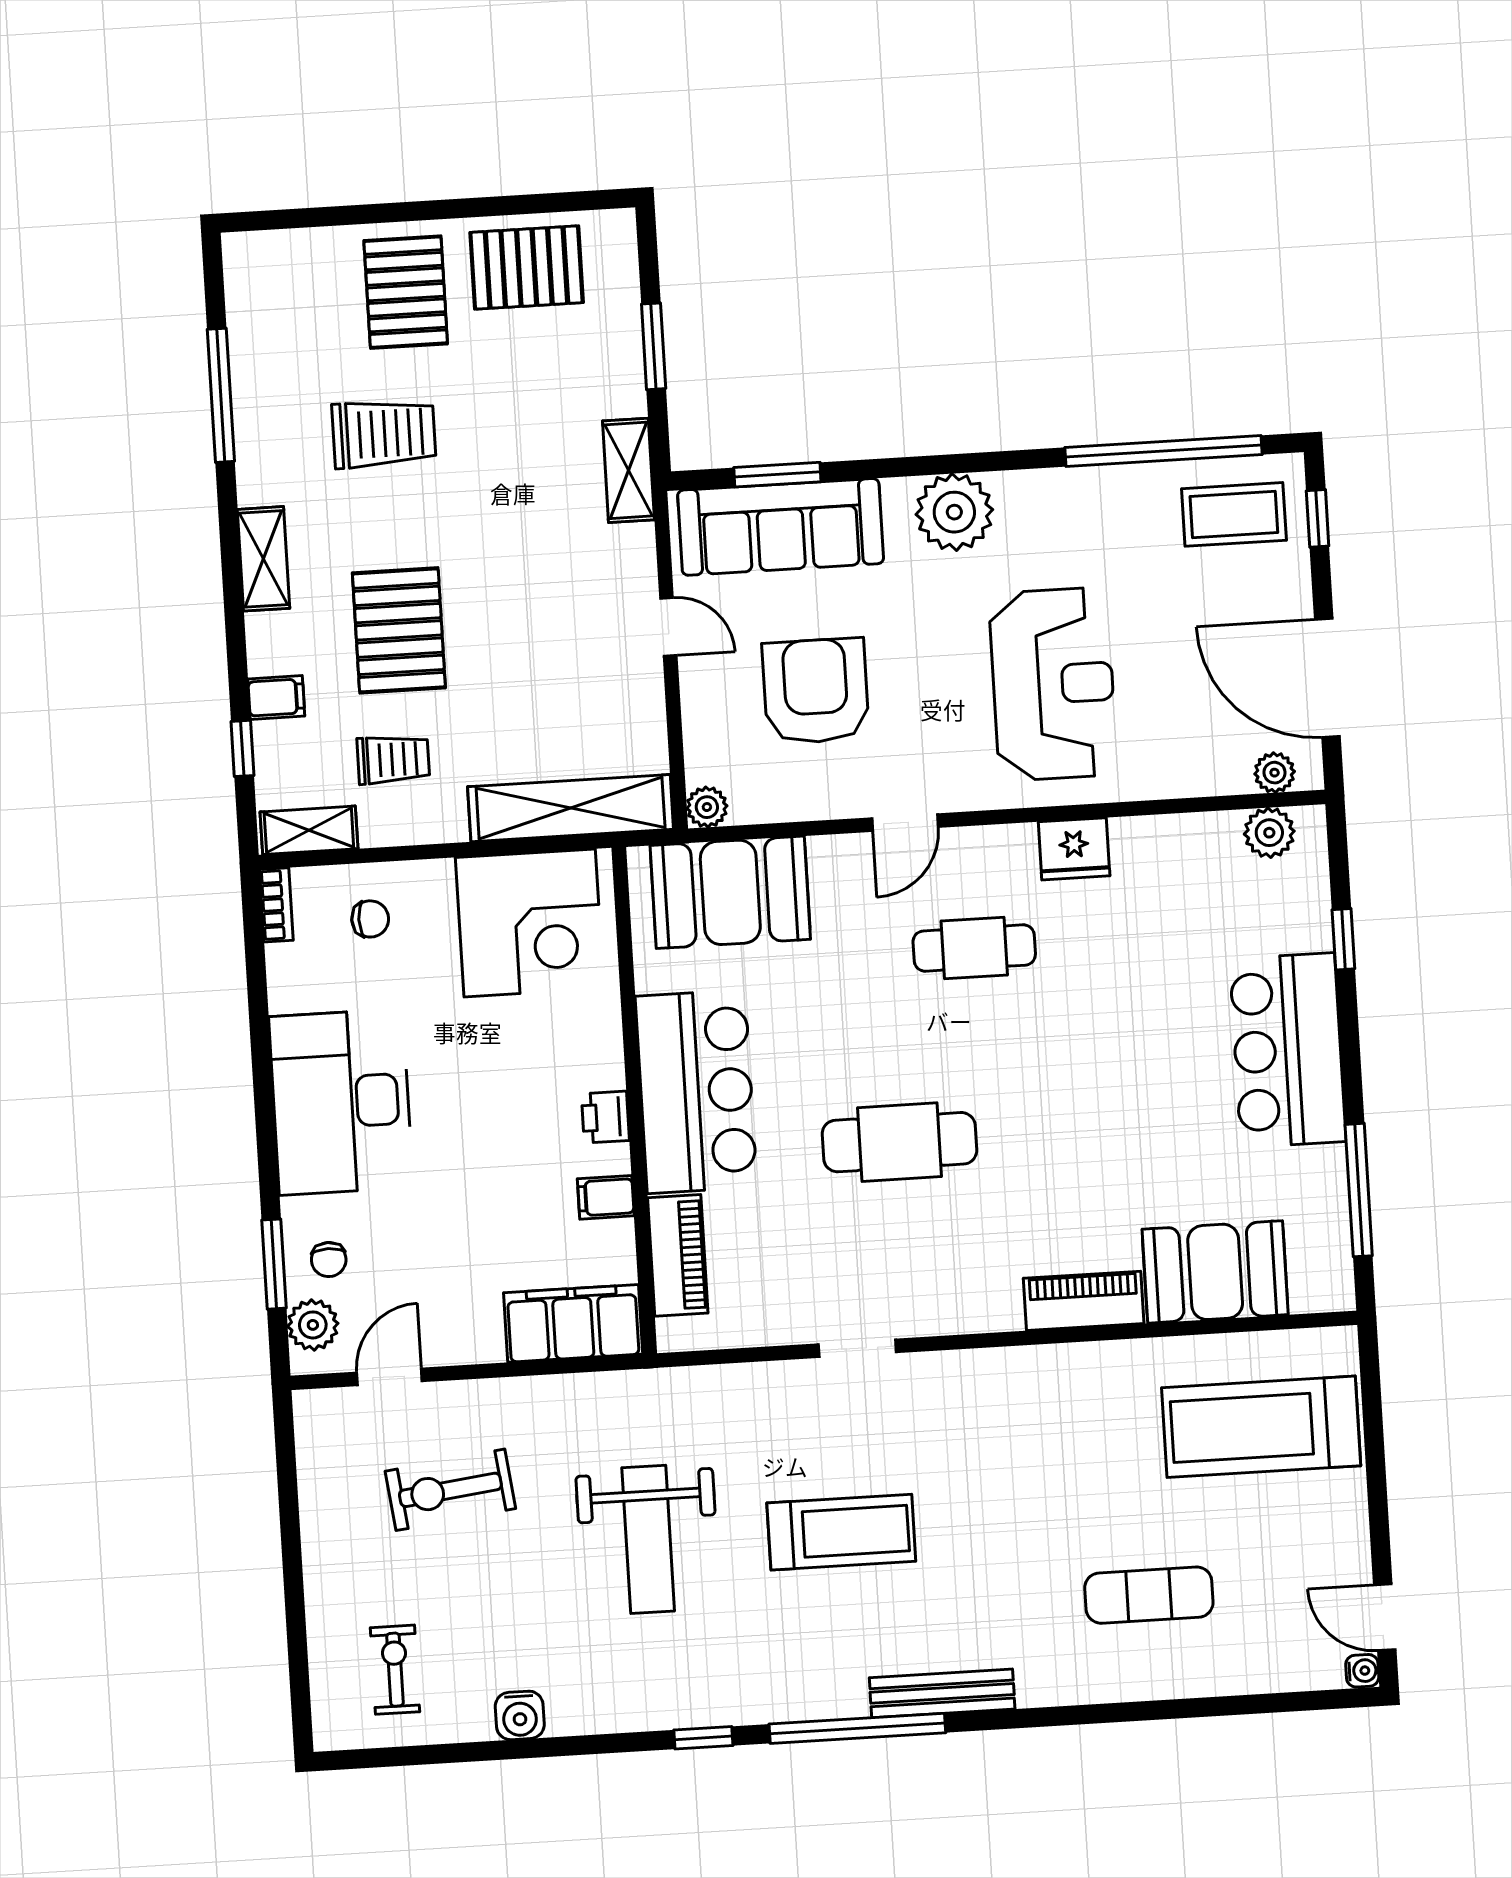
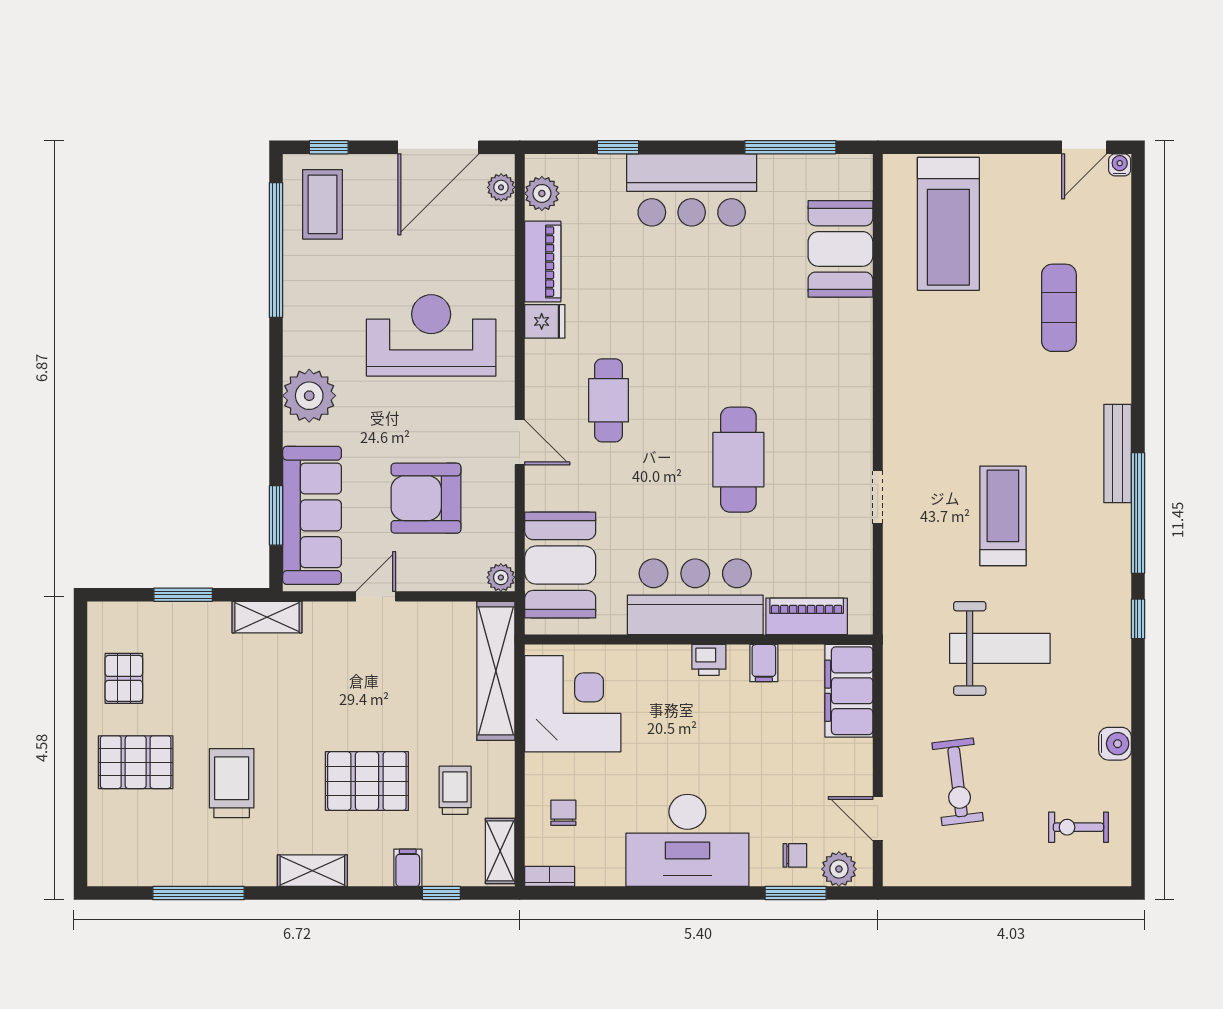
pallet: (527, 268) -> (124, 678), width x0.67, depth x0.71
fridge: (1074, 849) -> (545, 321), width x0.72
piano: (1084, 1301) -> (543, 262), moved, turned 180

